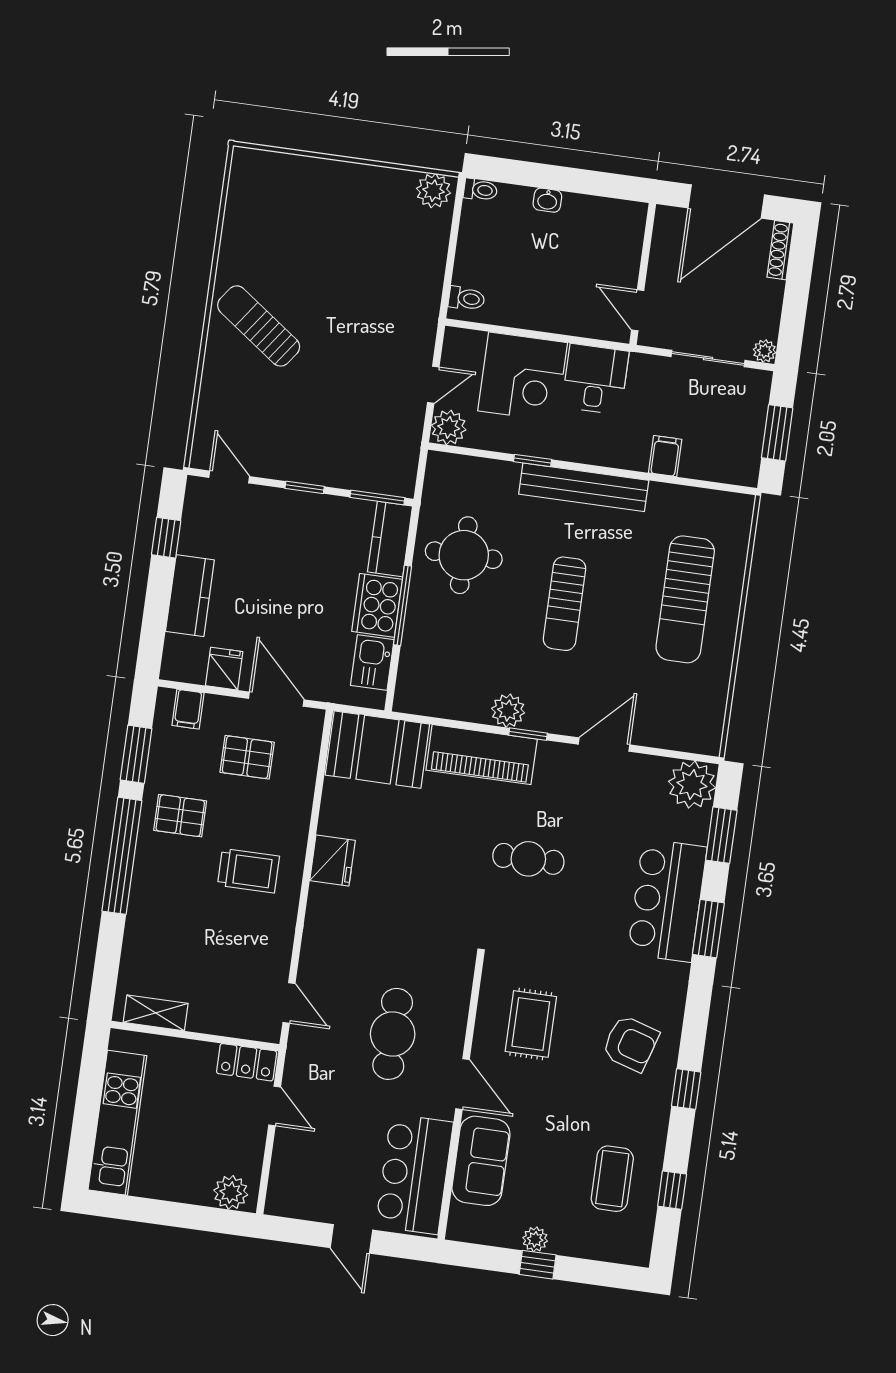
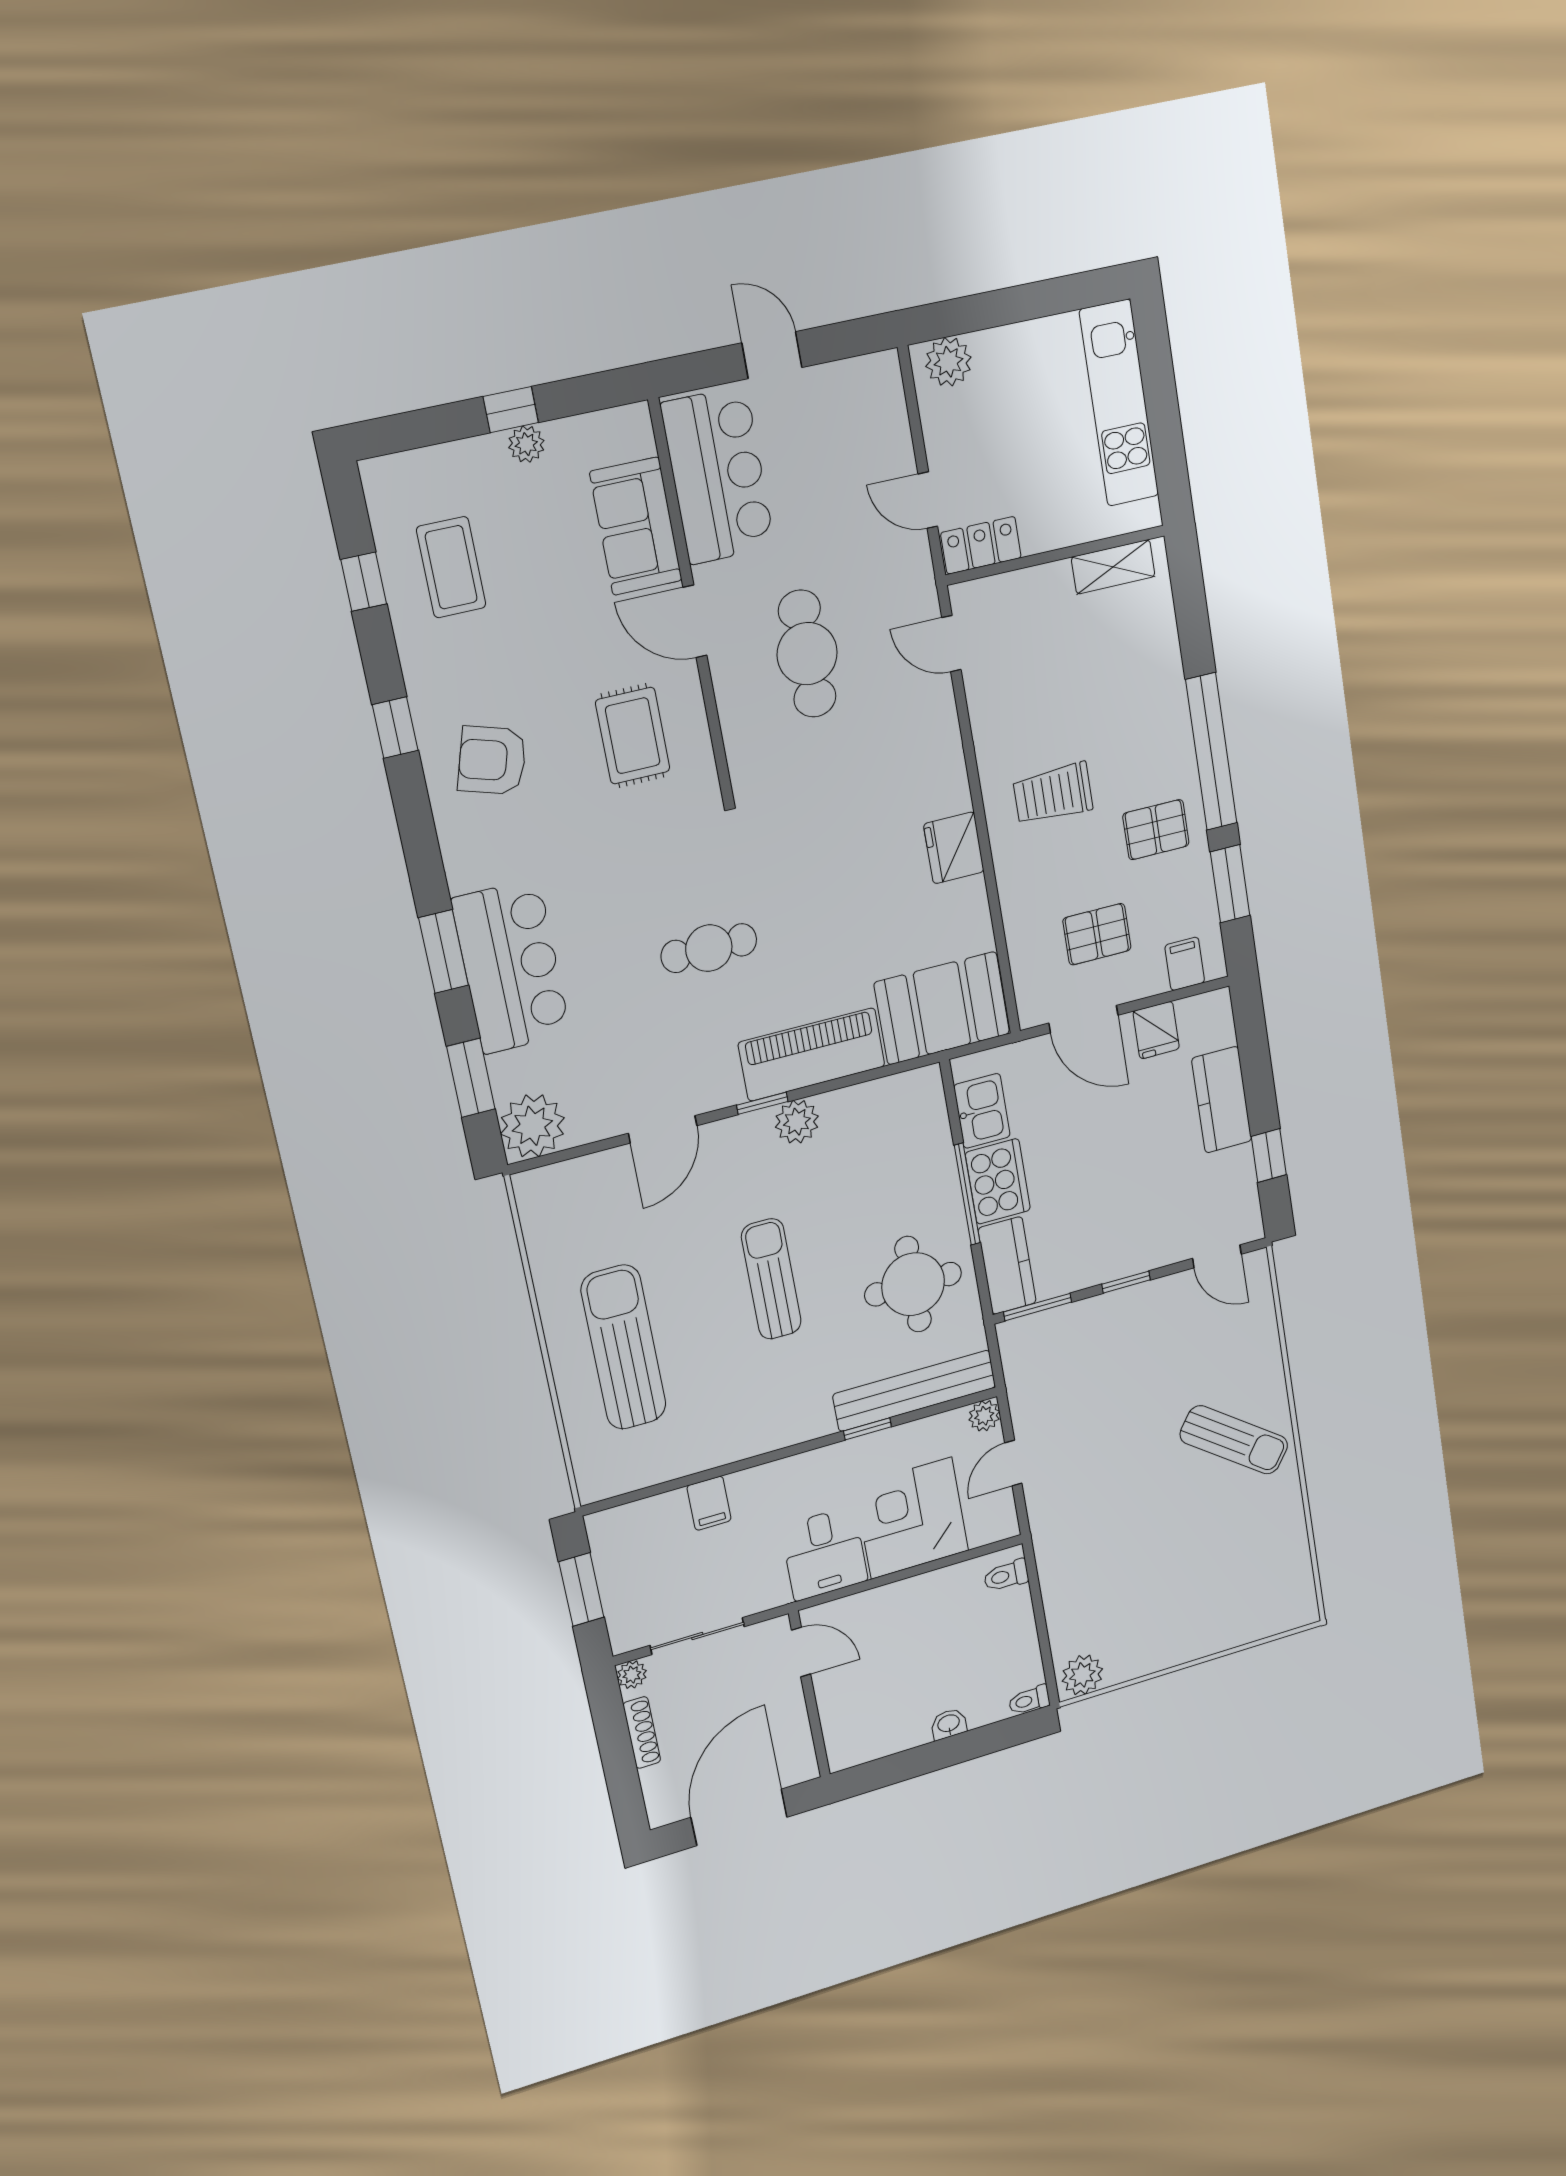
shoe rack: (780, 250) -> (642, 1733), moved
plant: (449, 427) -> (984, 1416), width x0.73, depth x0.73
bench: (584, 487) -> (915, 1391), moved

